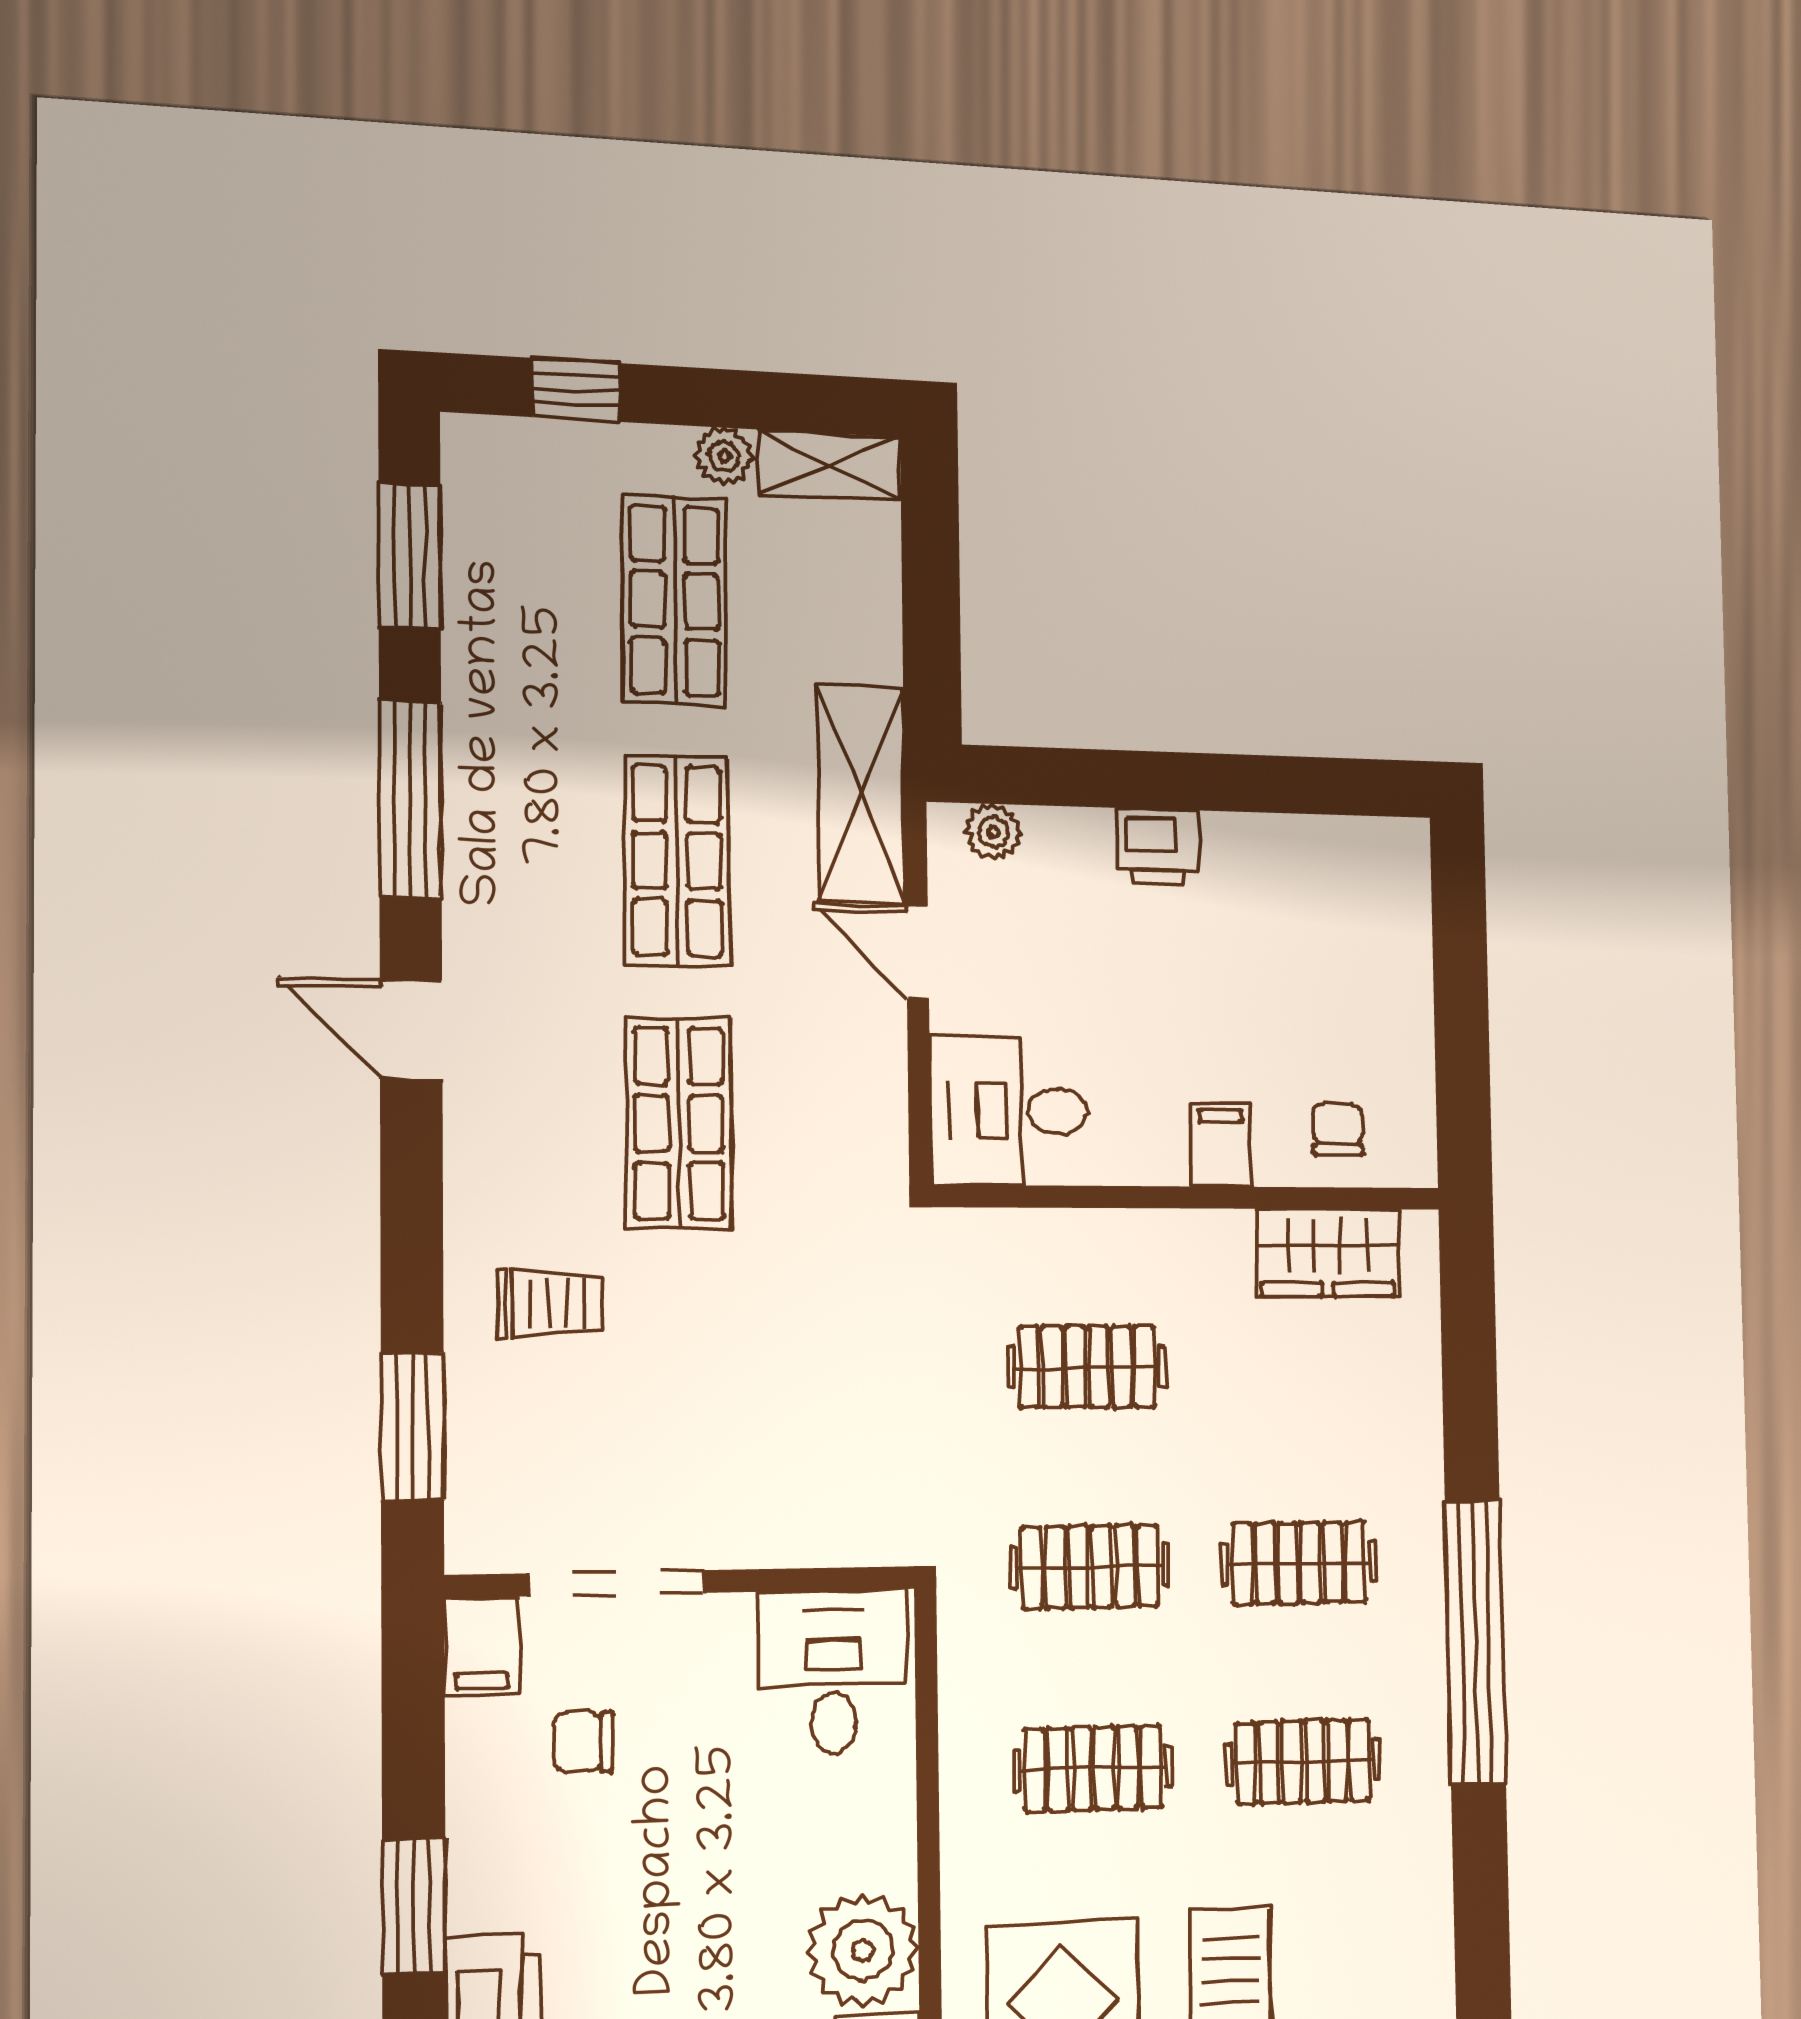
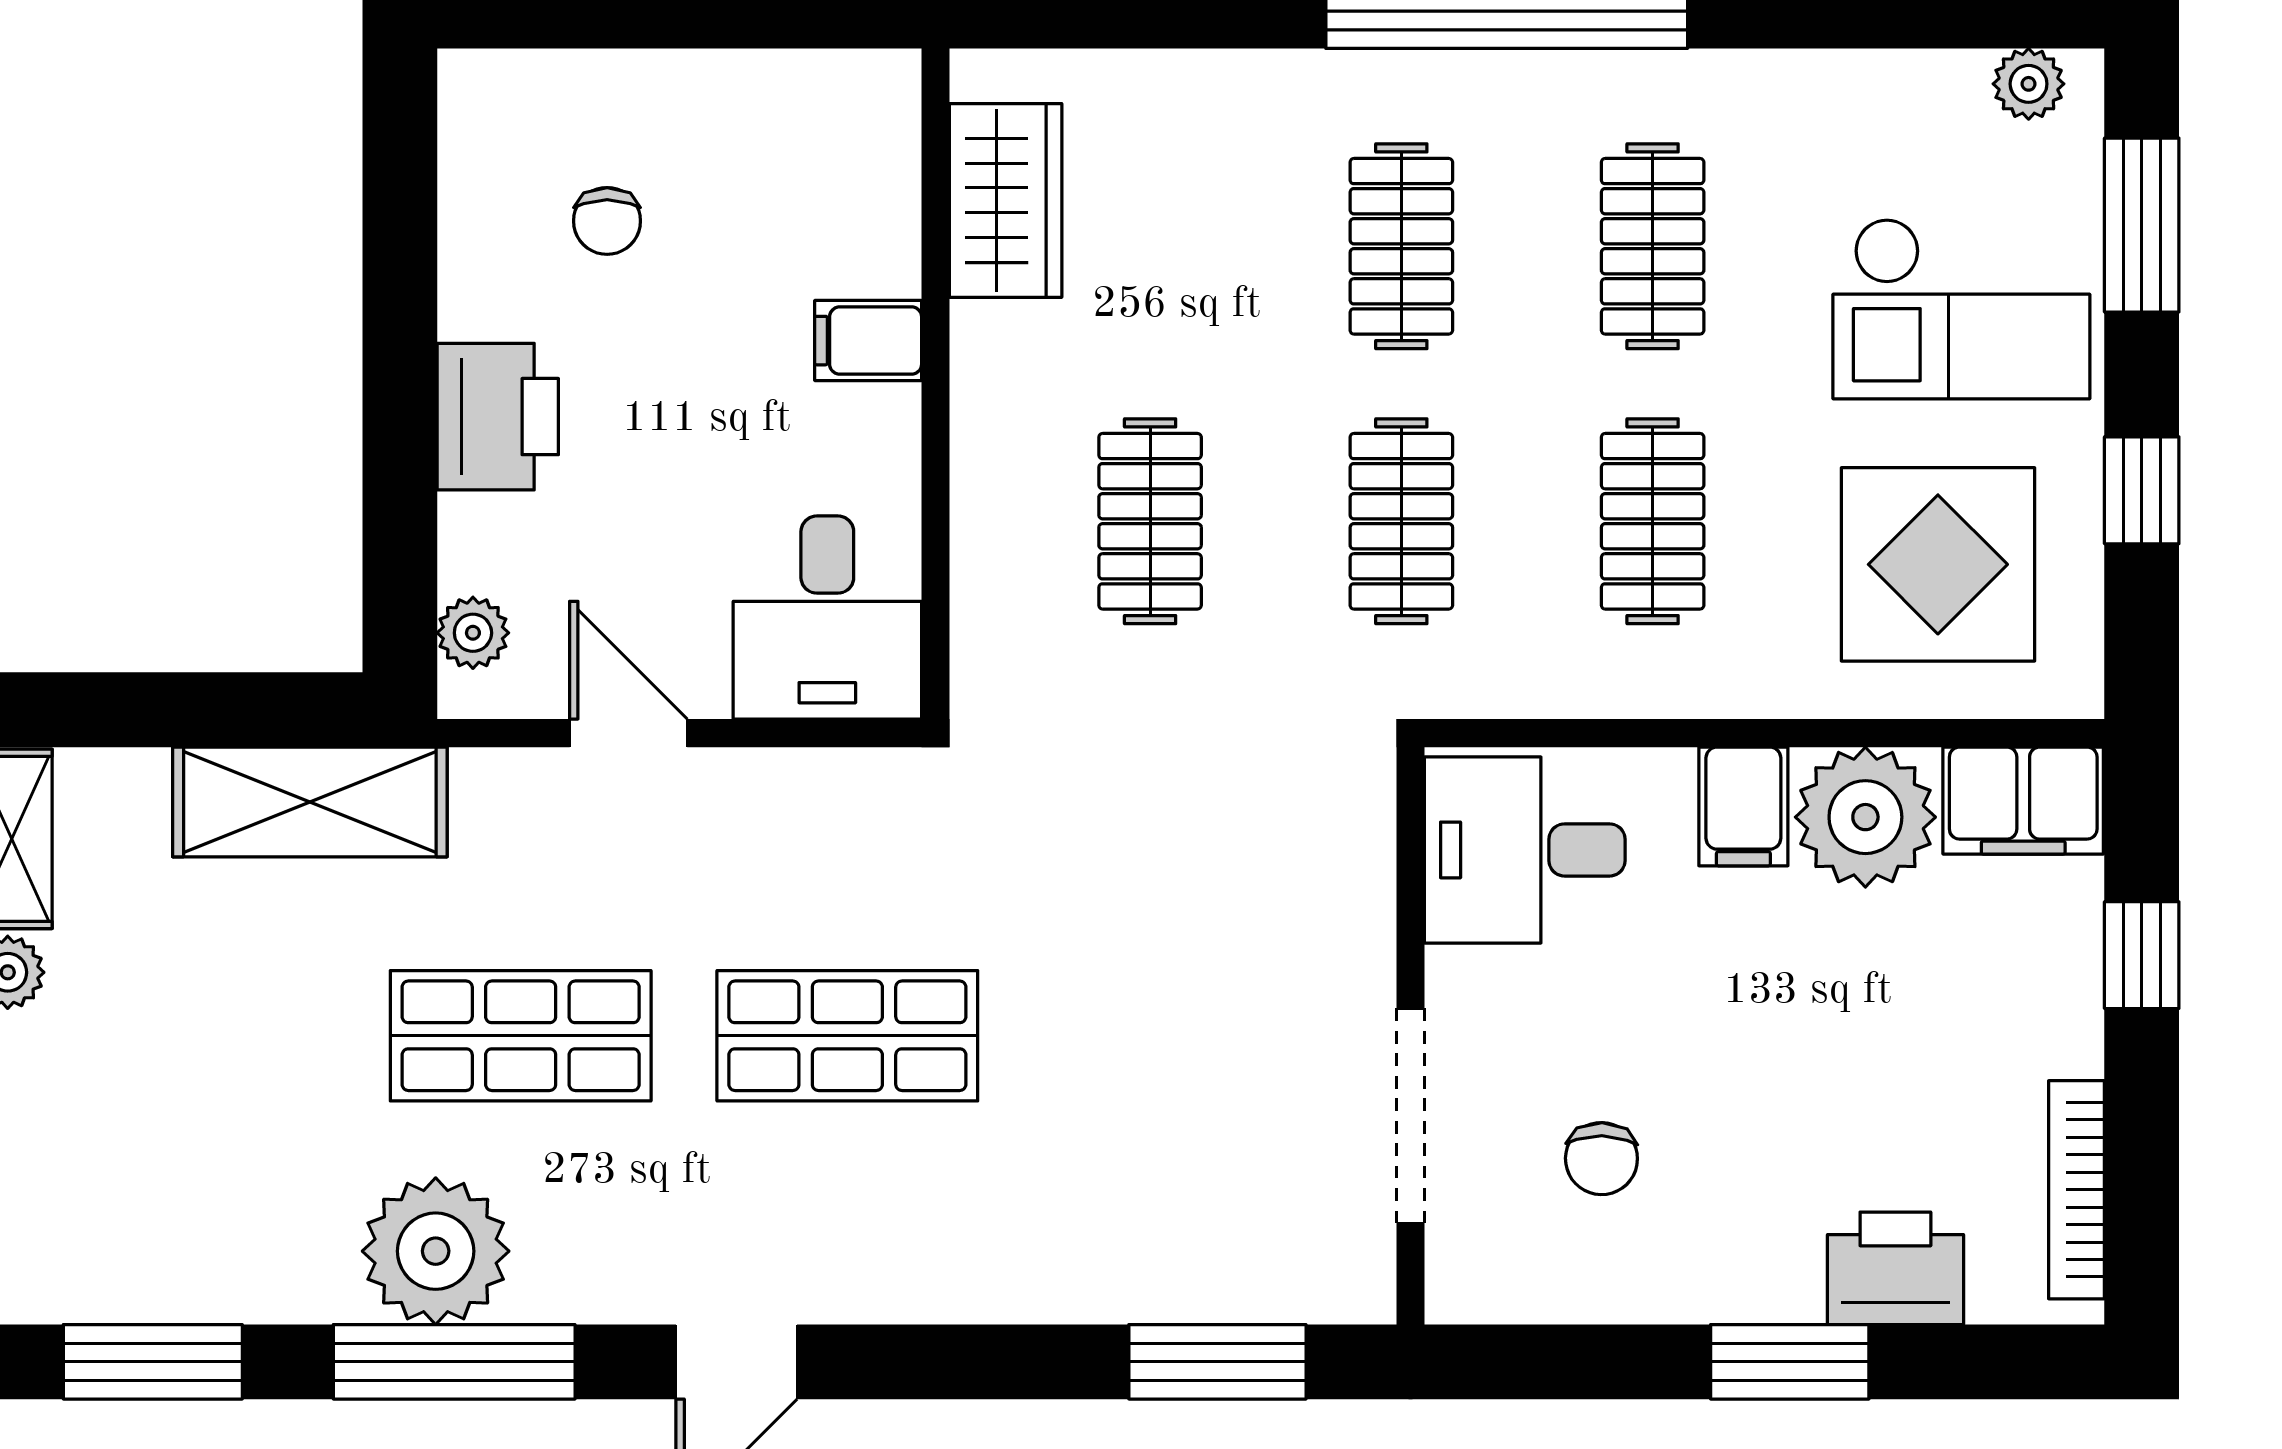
shop shelf: (675, 601) -> (194, 1036), removed
plant: (502, 787) -> (436, 1251), added
shelving: (862, 794) -> (310, 802), moved
printer: (1158, 847) -> (498, 417), width x1.36, depth x1.24
door: (917, 952) -> (628, 733), swing flipped
chair: (1338, 1129) -> (607, 221), moved, turned -90
trolley: (550, 1304) -> (1070, 1195), removed
filing cabinet: (482, 1647) -> (1743, 806), moved, turned 90

